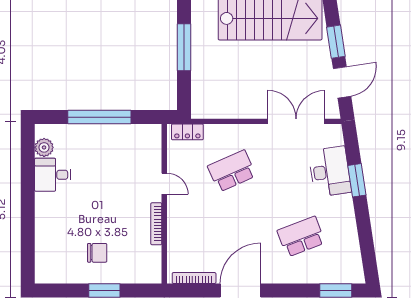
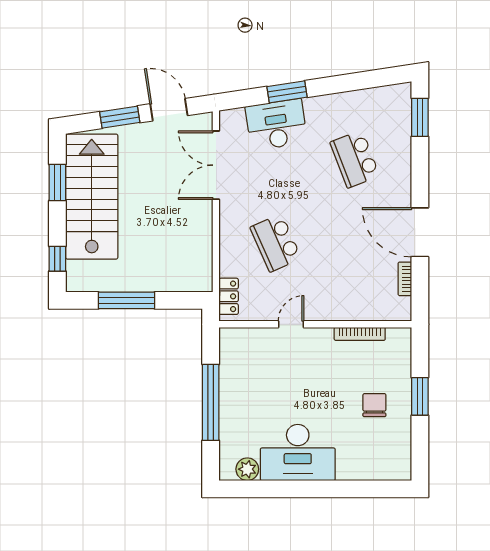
desk: (53, 175) -> (298, 452), width x1.87, depth x1.30
bookcase: (156, 224) -> (360, 334), moved
bookcase: (194, 278) -> (405, 279), width x0.64

